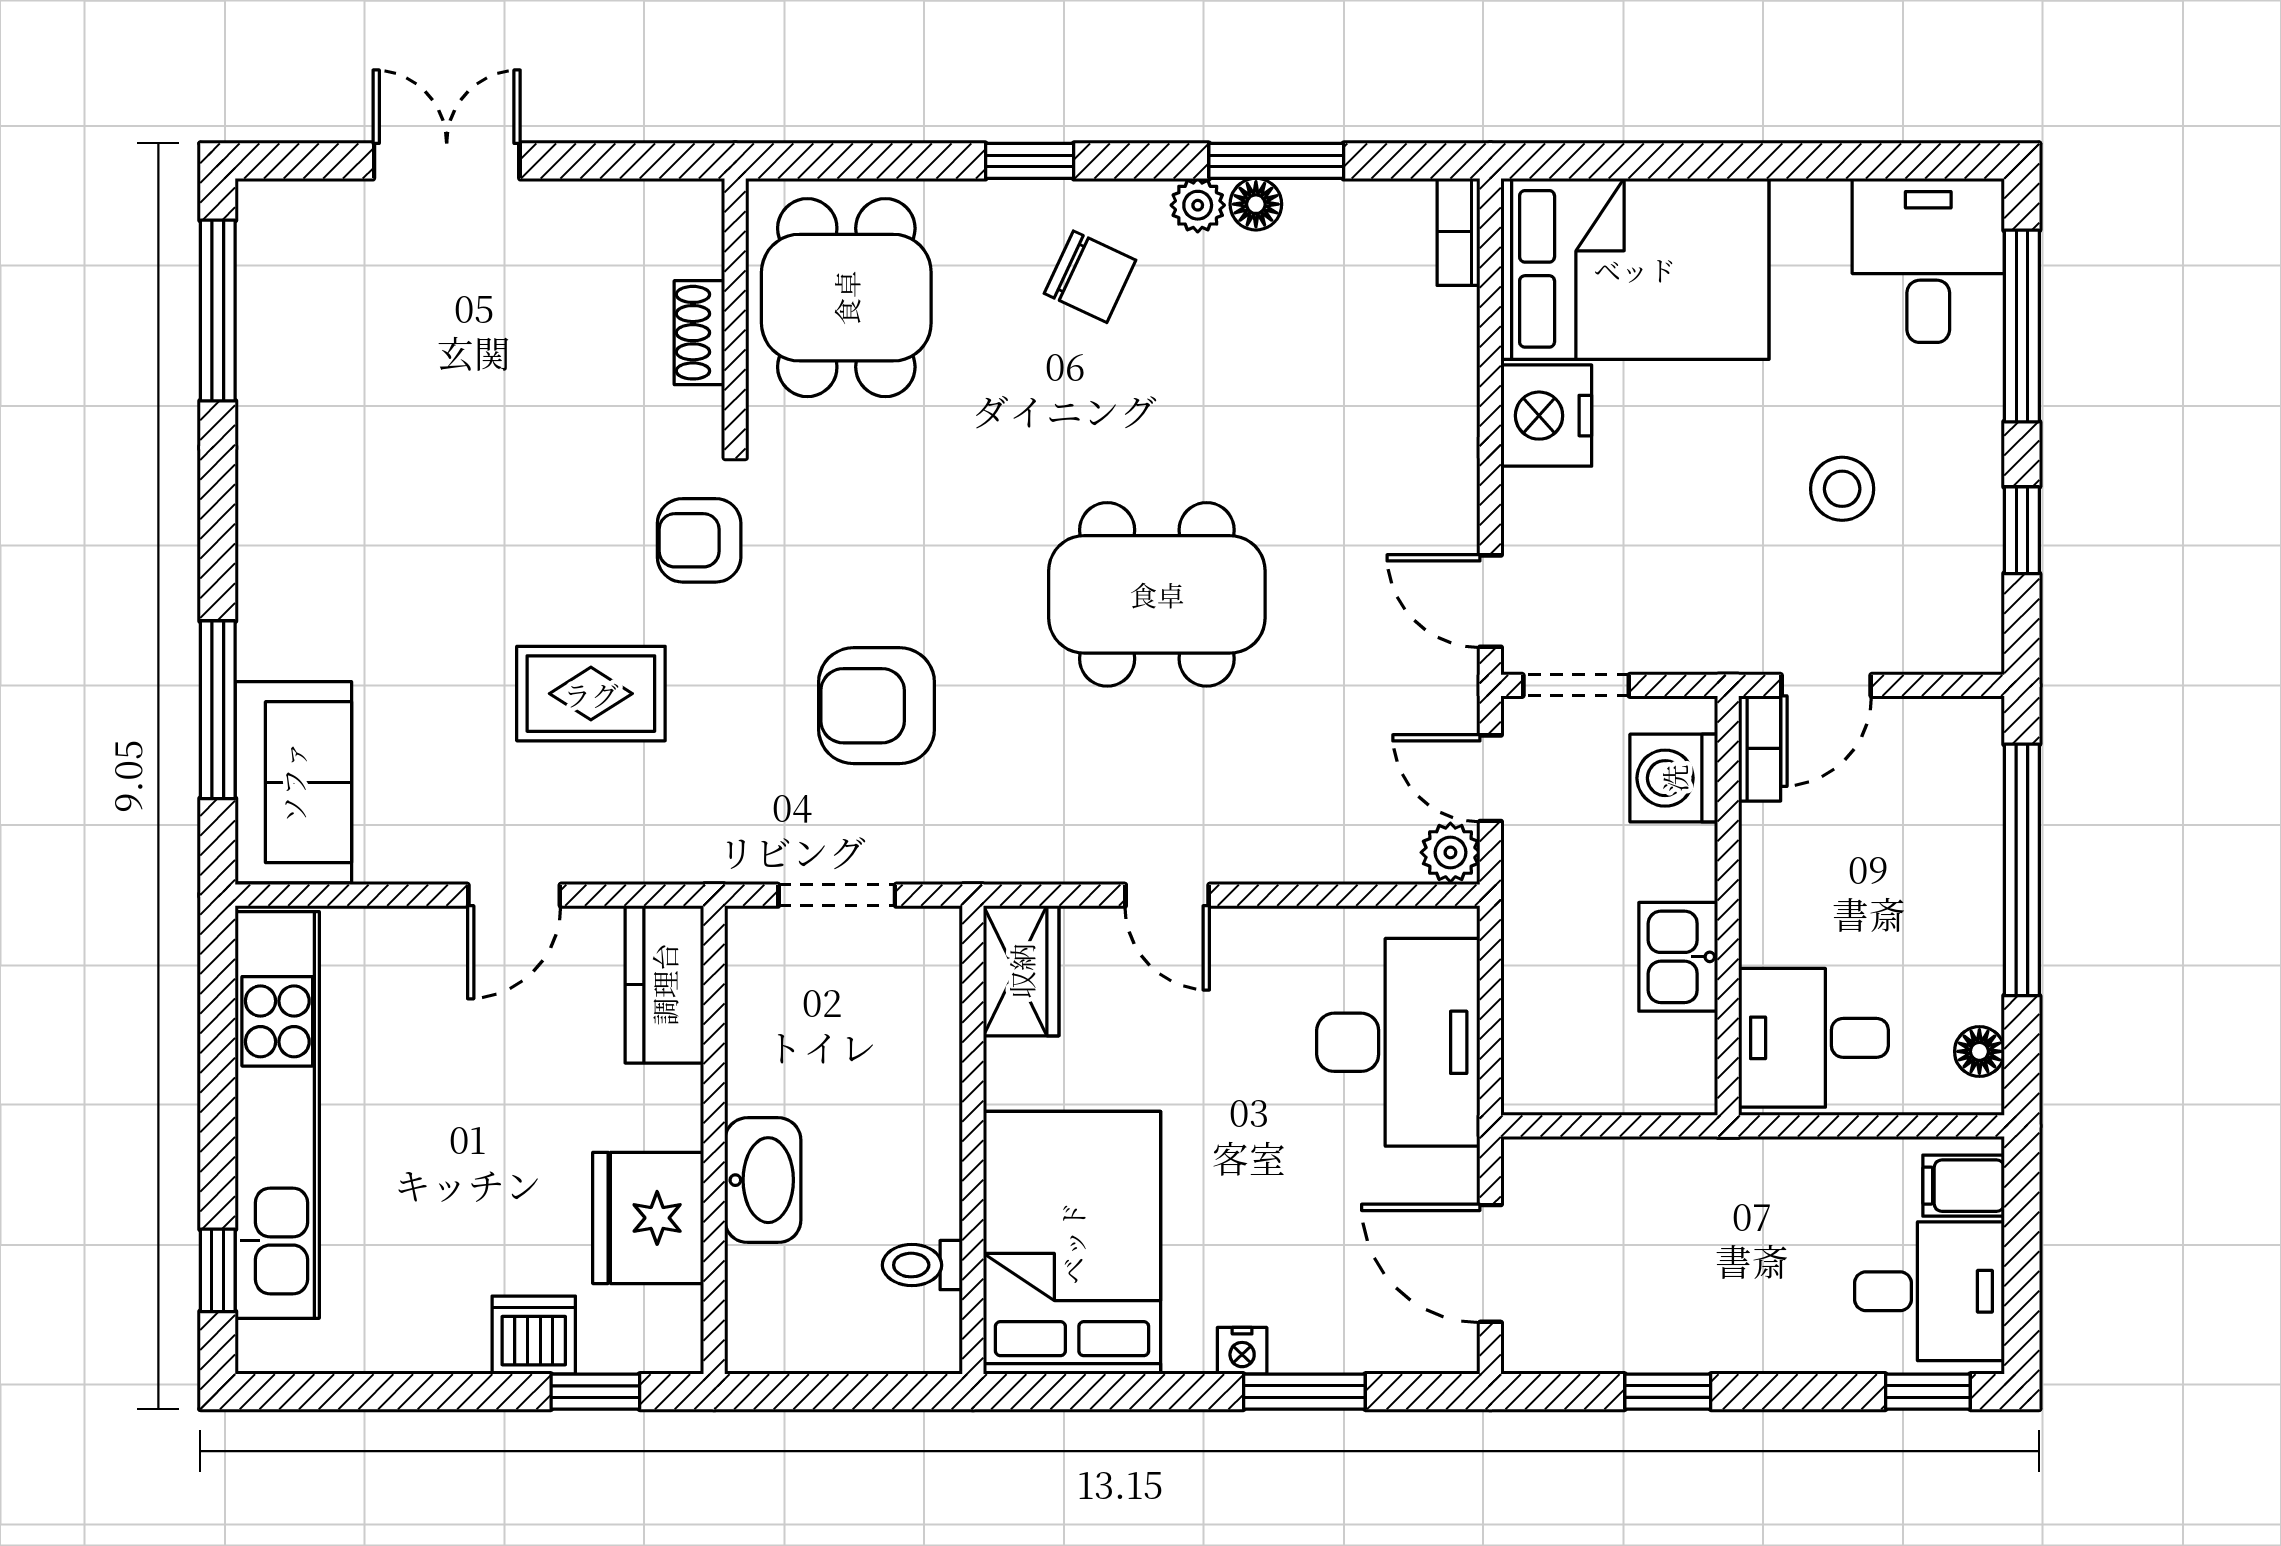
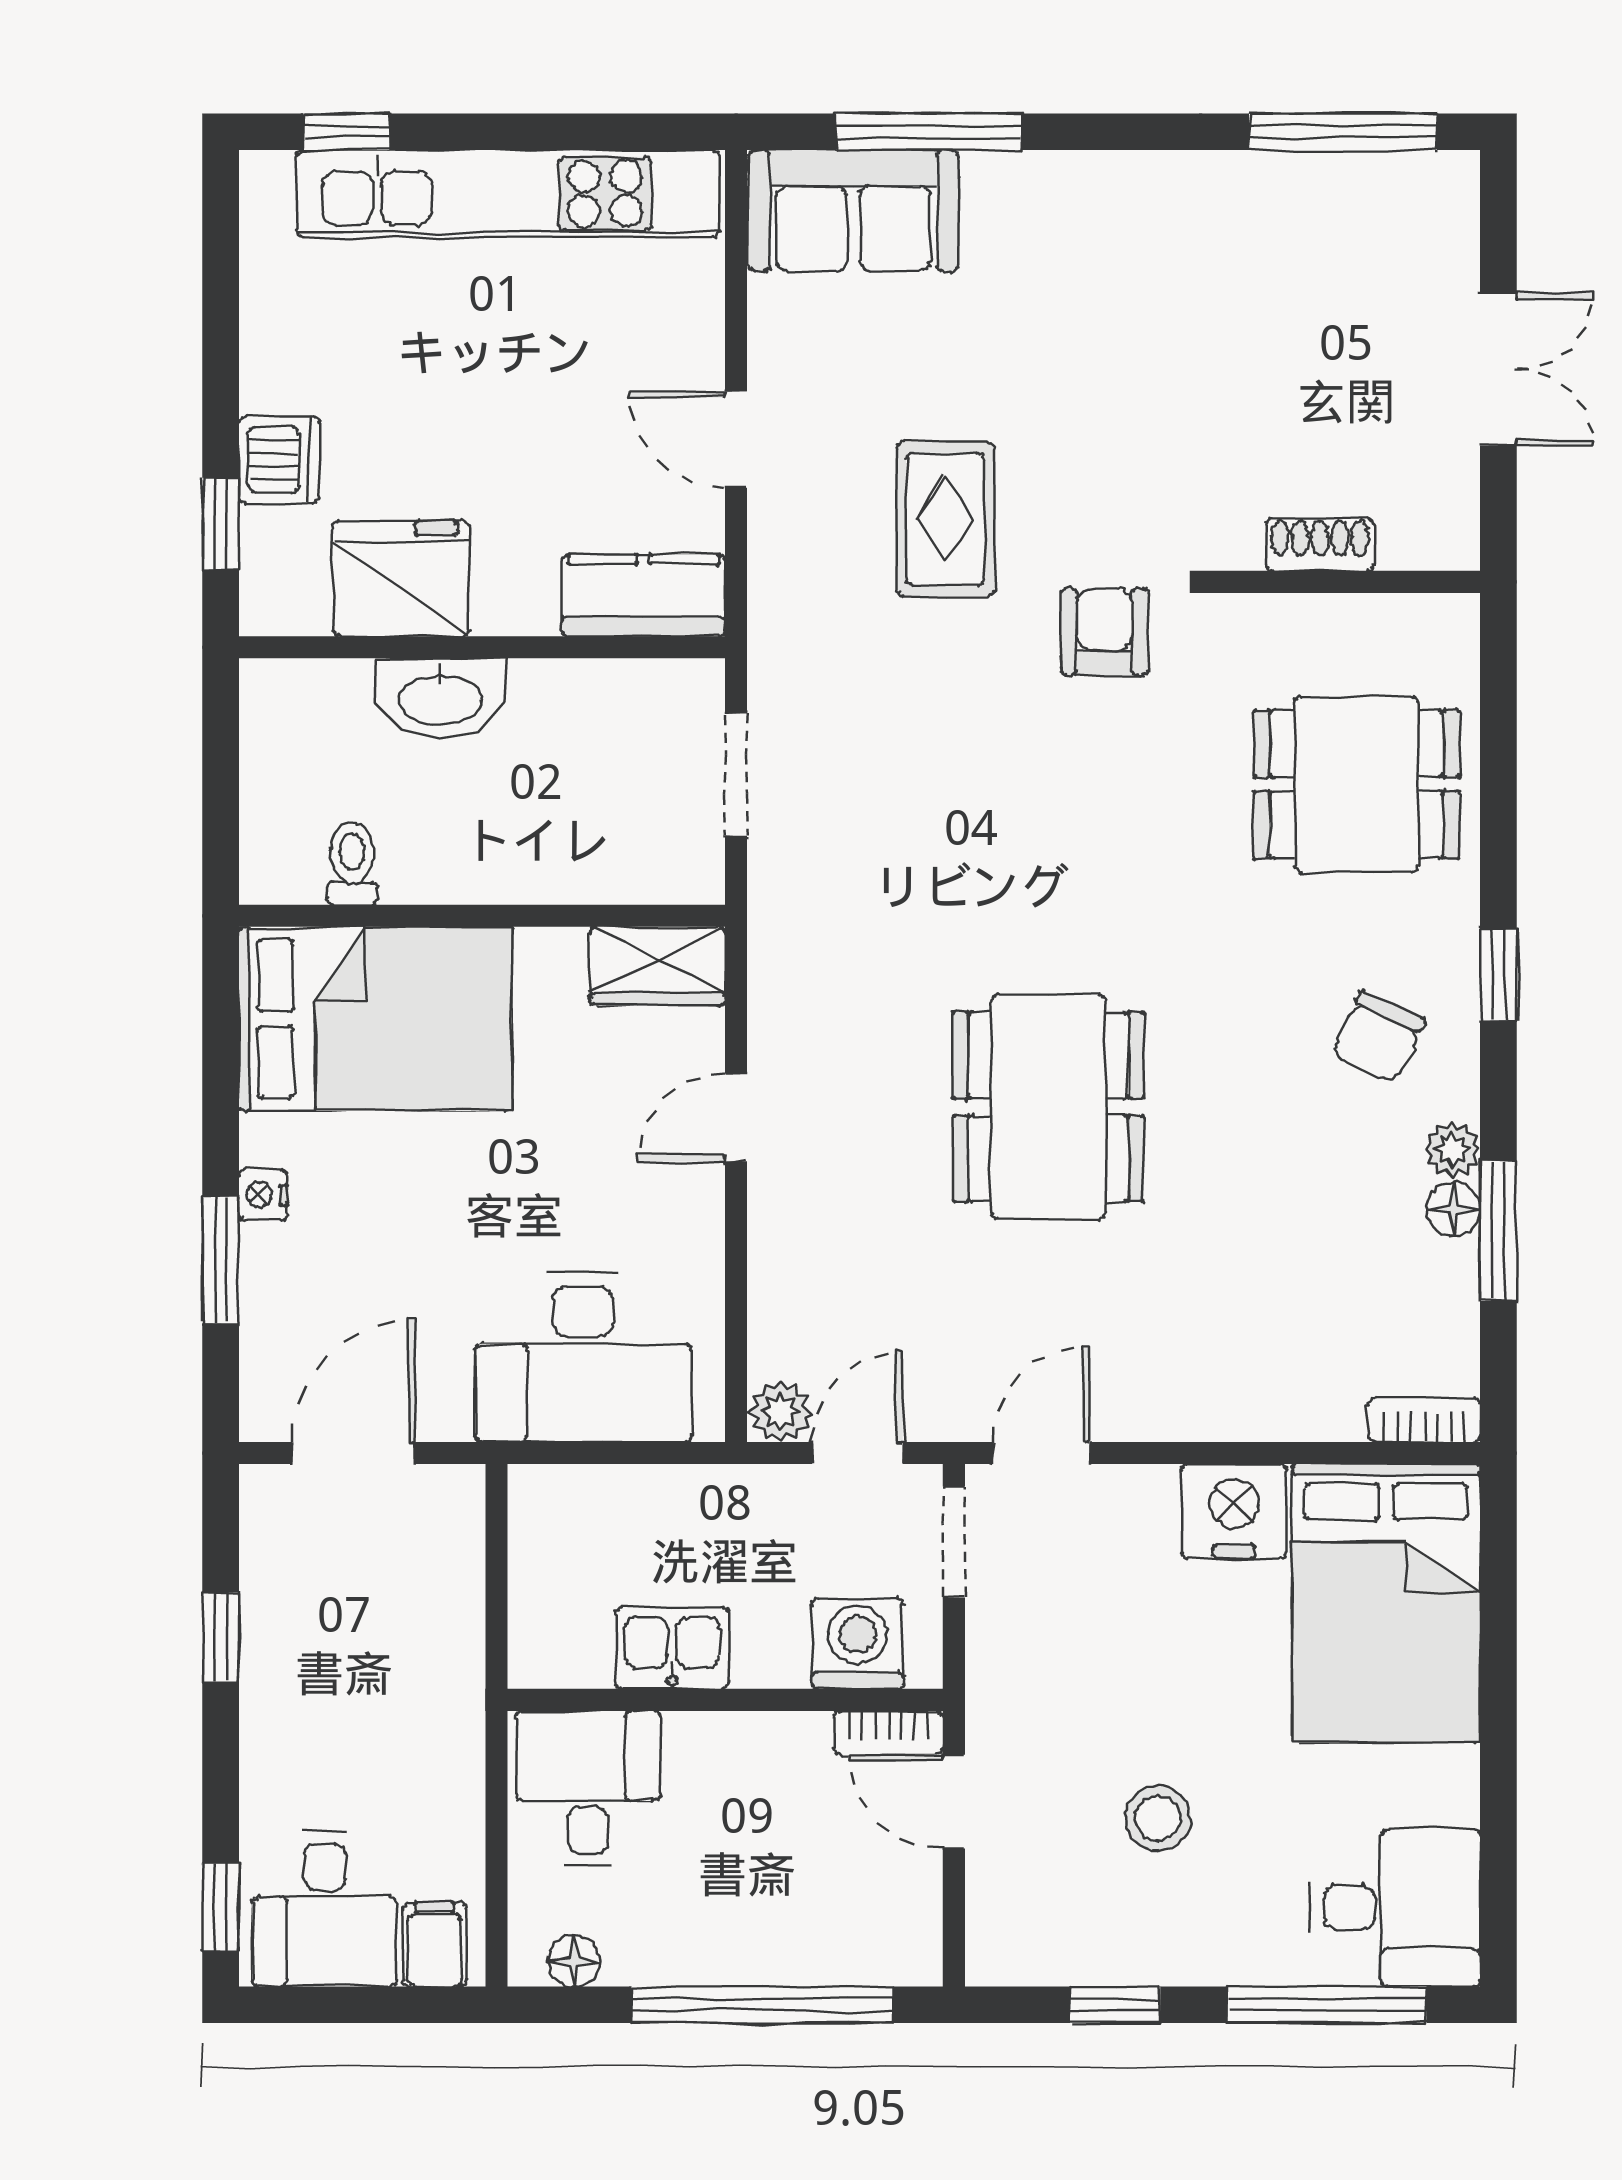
wall: (735, 308) -> (1346, 582), moved
shoe rack: (699, 333) -> (1320, 545), moved
armchair: (877, 706) -> (933, 816), removed

